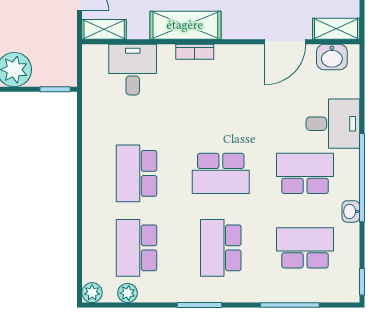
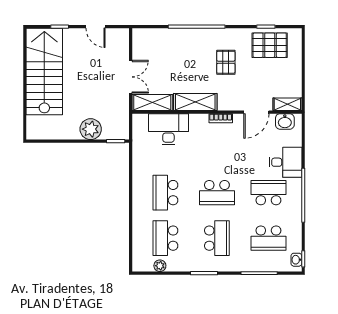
shelving: (104, 29) -> (152, 103), width x1.50, depth x1.33
bookcase: (195, 52) -> (221, 118), moved
desk: (133, 70) -> (168, 129), width x1.37
washbasin: (351, 211) -> (296, 260), moved
school desk: (221, 248) -> (217, 238), turned 180
school desk: (305, 248) -> (268, 238), turned 180
plant: (92, 293) -> (138, 265), removed

